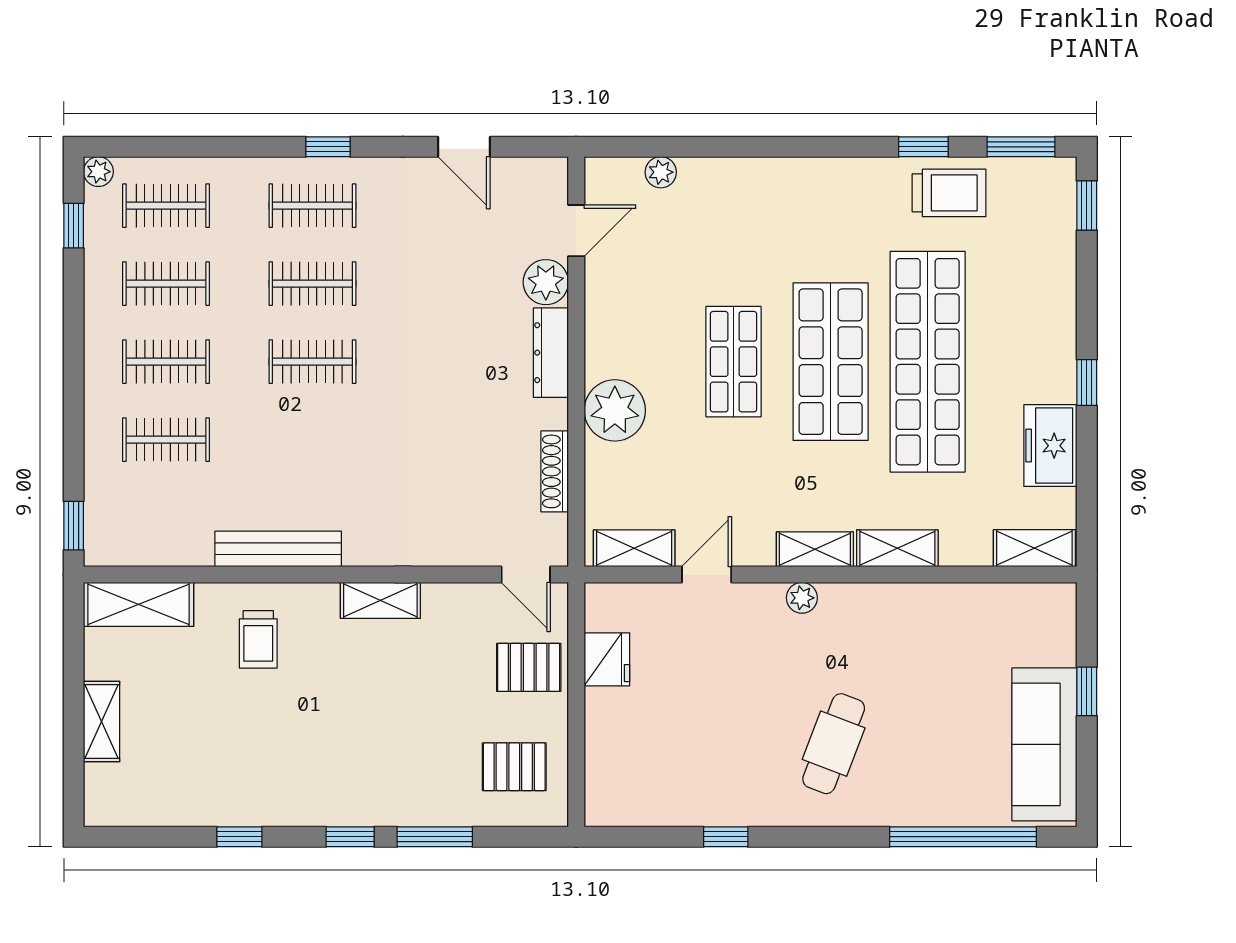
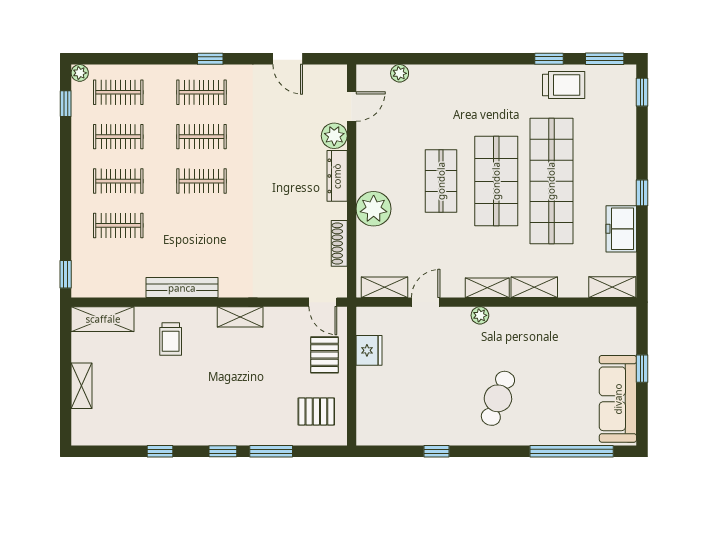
pallet: (529, 667) -> (325, 355), turned 90

